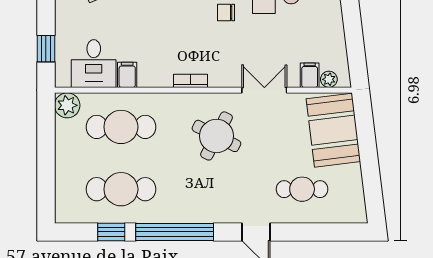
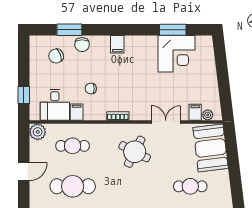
chair: (226, 13) -> (91, 89), moved
cafe table: (121, 127) -> (73, 146), width x0.73, depth x0.74
door: (46, 167) -> (24, 172), added

